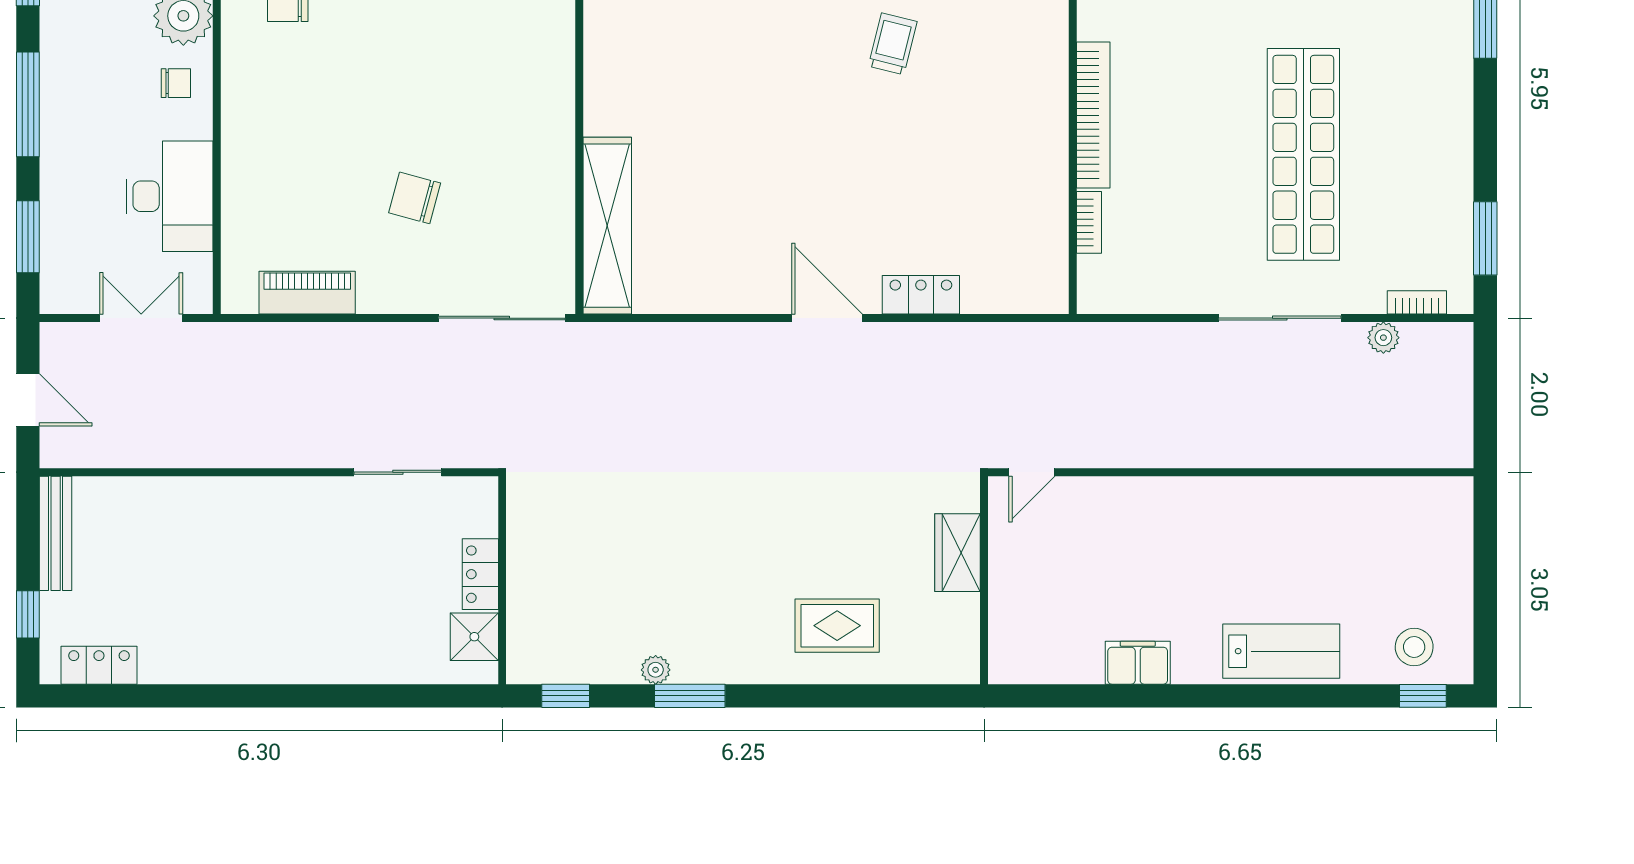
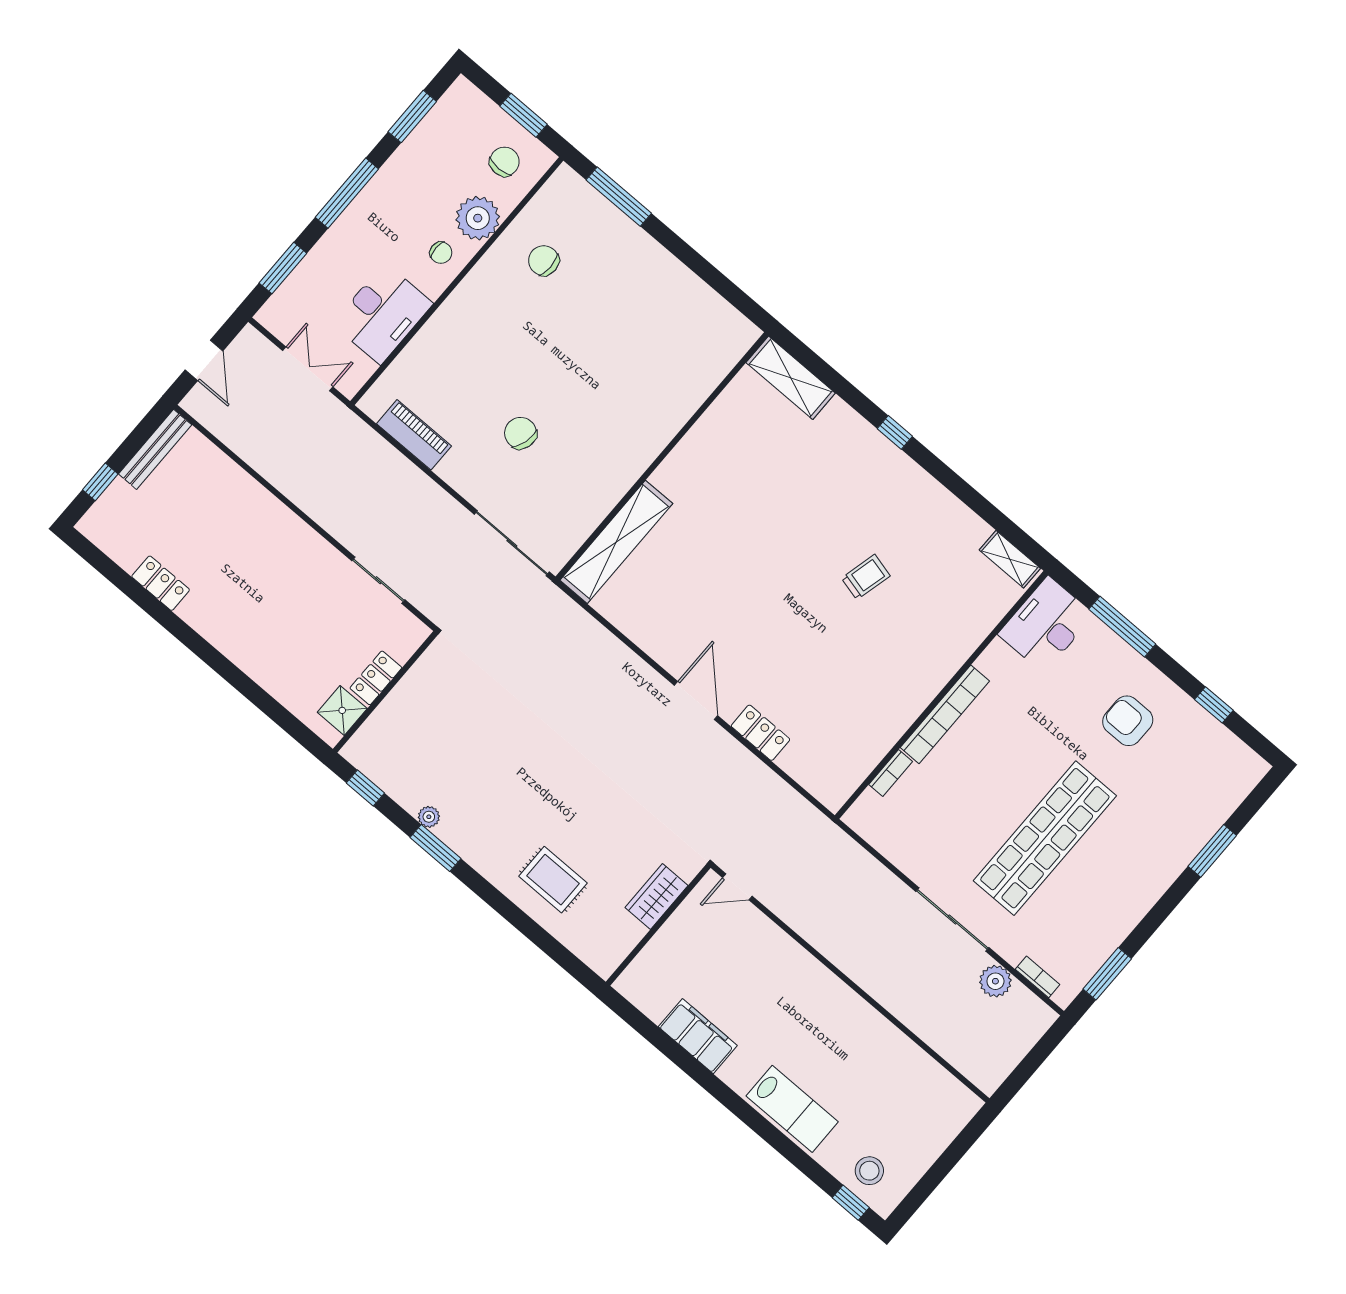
plant: (1383, 338) -> (995, 981), width x1.38, depth x1.38
filing cabinet: (1138, 663) -> (698, 1036), width x1.50, depth x1.17
locker: (99, 665) -> (161, 583), moved

